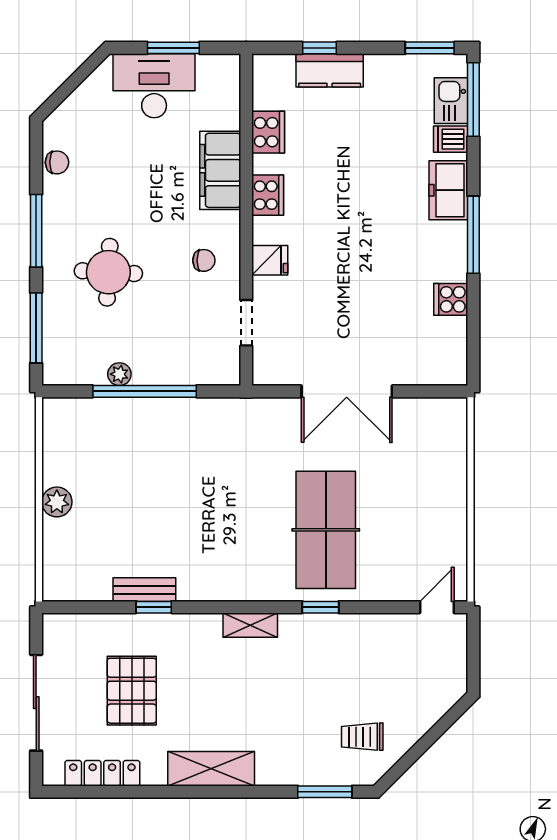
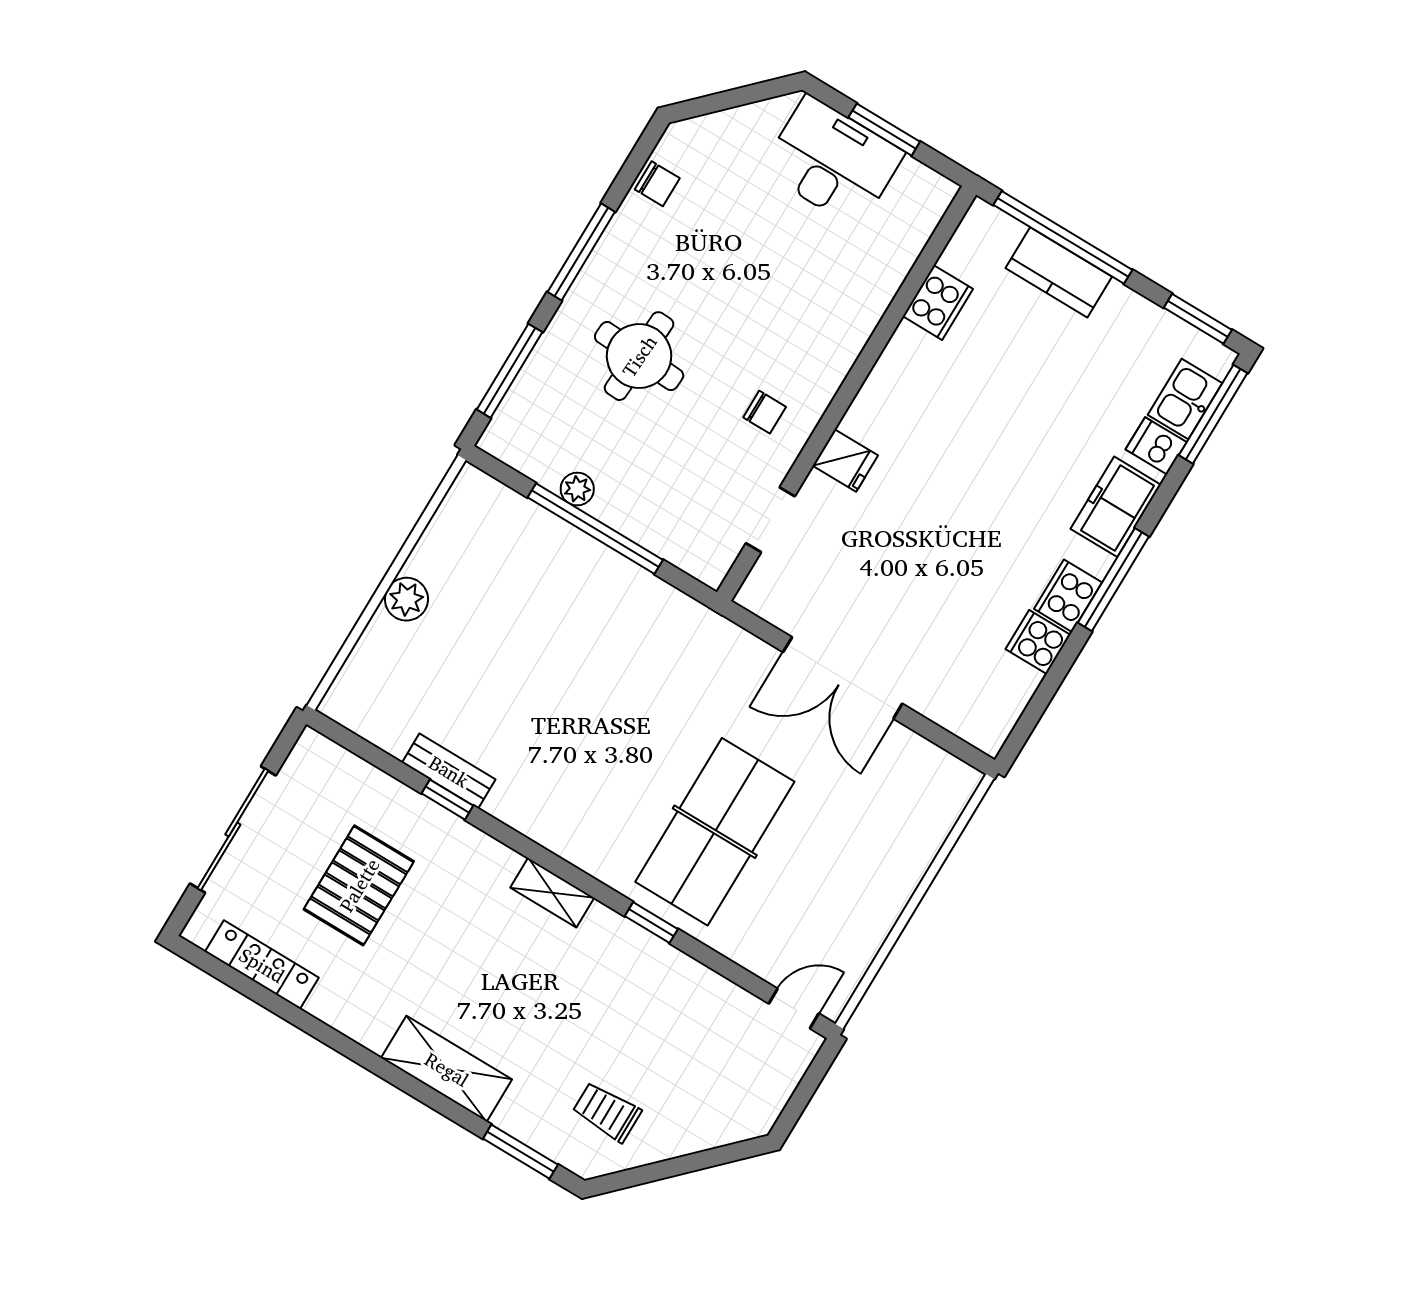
window: (319, 48) -> (1063, 237), width x3.17
filing cabinet: (220, 170) -> (851, 314), removed
cooker: (268, 195) -> (1068, 596), moved, turned 180
shelving: (211, 769) -> (447, 1069), moved

